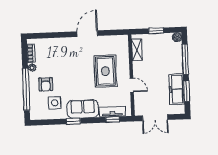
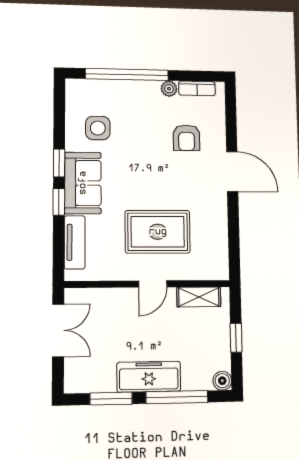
door: (87, 34) -> (232, 172), moved
armchair: (46, 84) -> (187, 138), moved, turned -90
door: (132, 85) -> (153, 284), moved
freezer: (177, 89) -> (149, 377), moved
double door: (155, 118) -> (58, 330), swing flipped
window: (113, 119) -> (59, 202), moved

